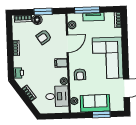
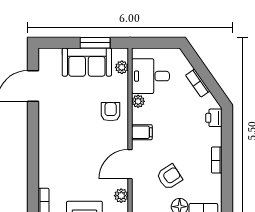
corner sofa: (108, 58) -> (63, 138), removed
window: (101, 114) -> (95, 43), moved

